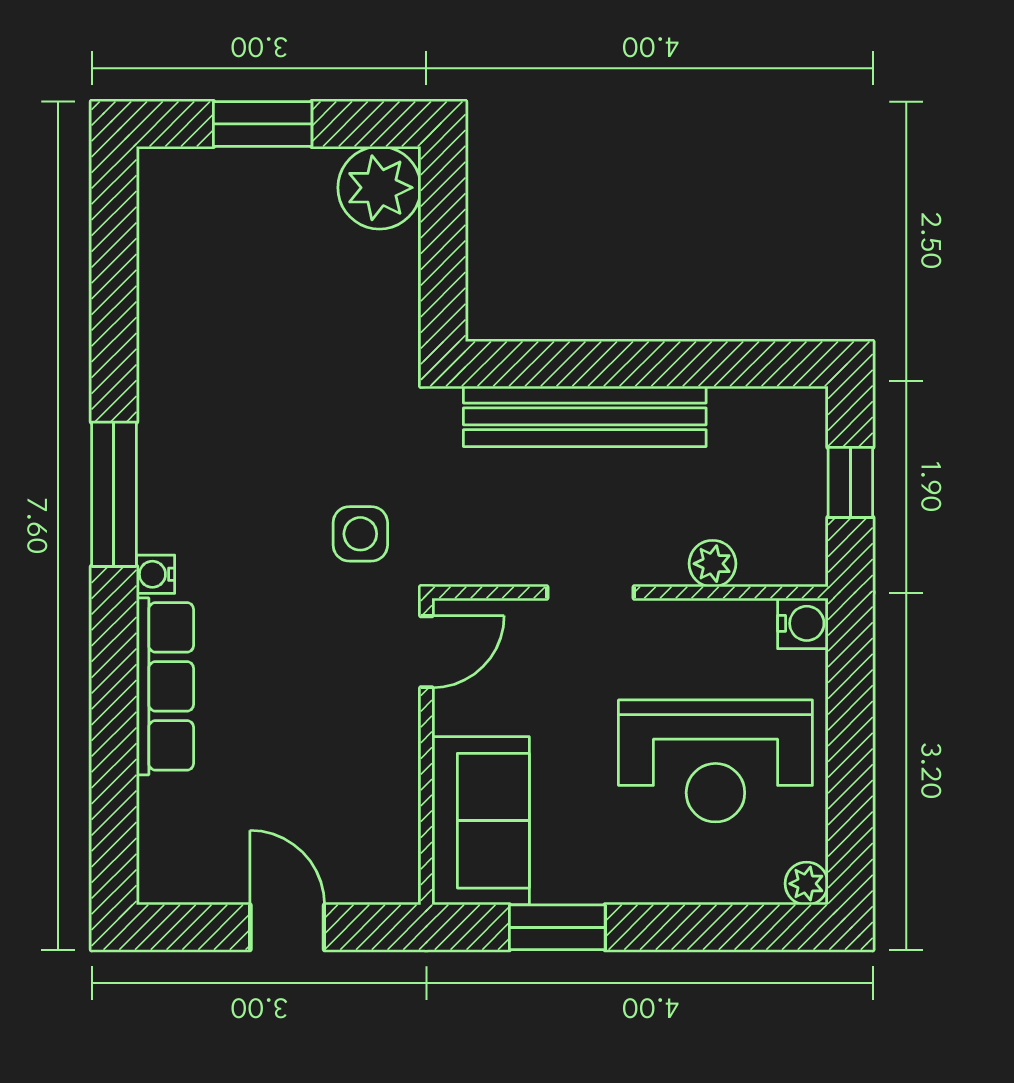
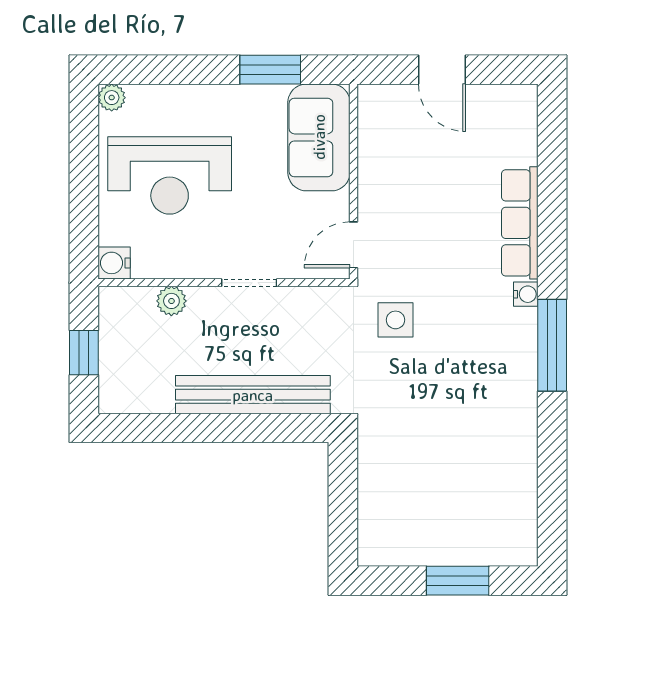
plant: (379, 188) -> (383, 540), removed
reception desk: (715, 761) -> (170, 175), turned 180

